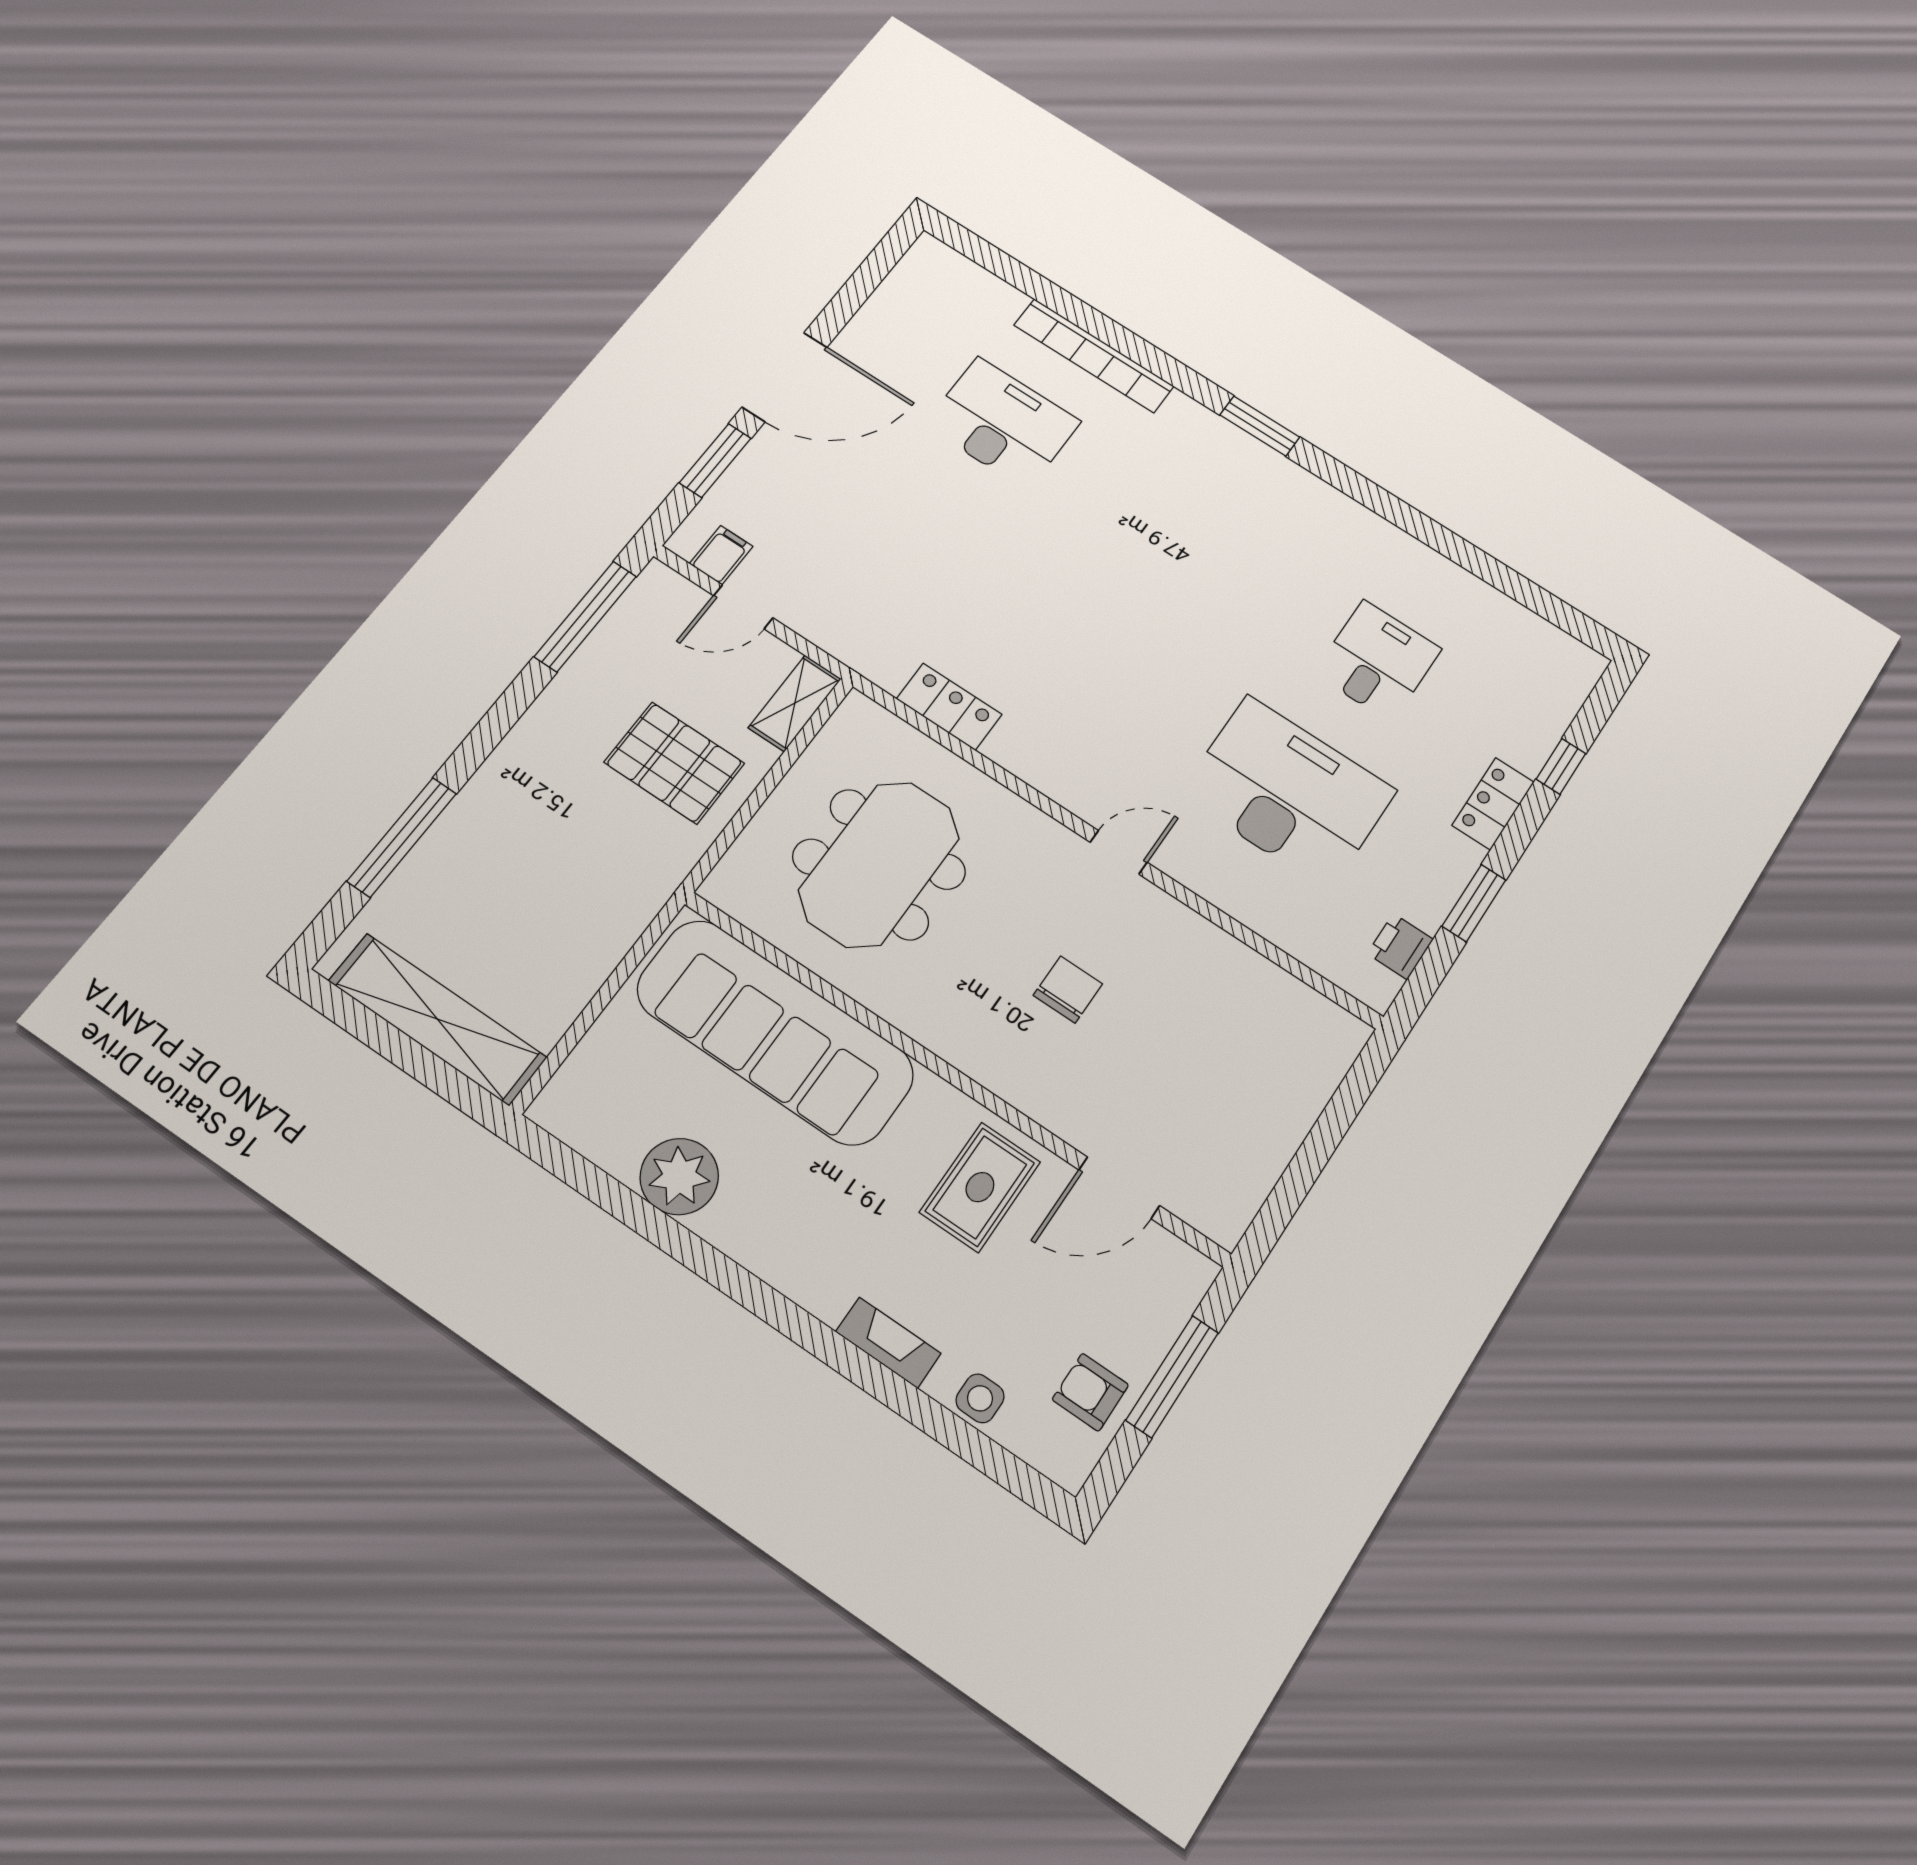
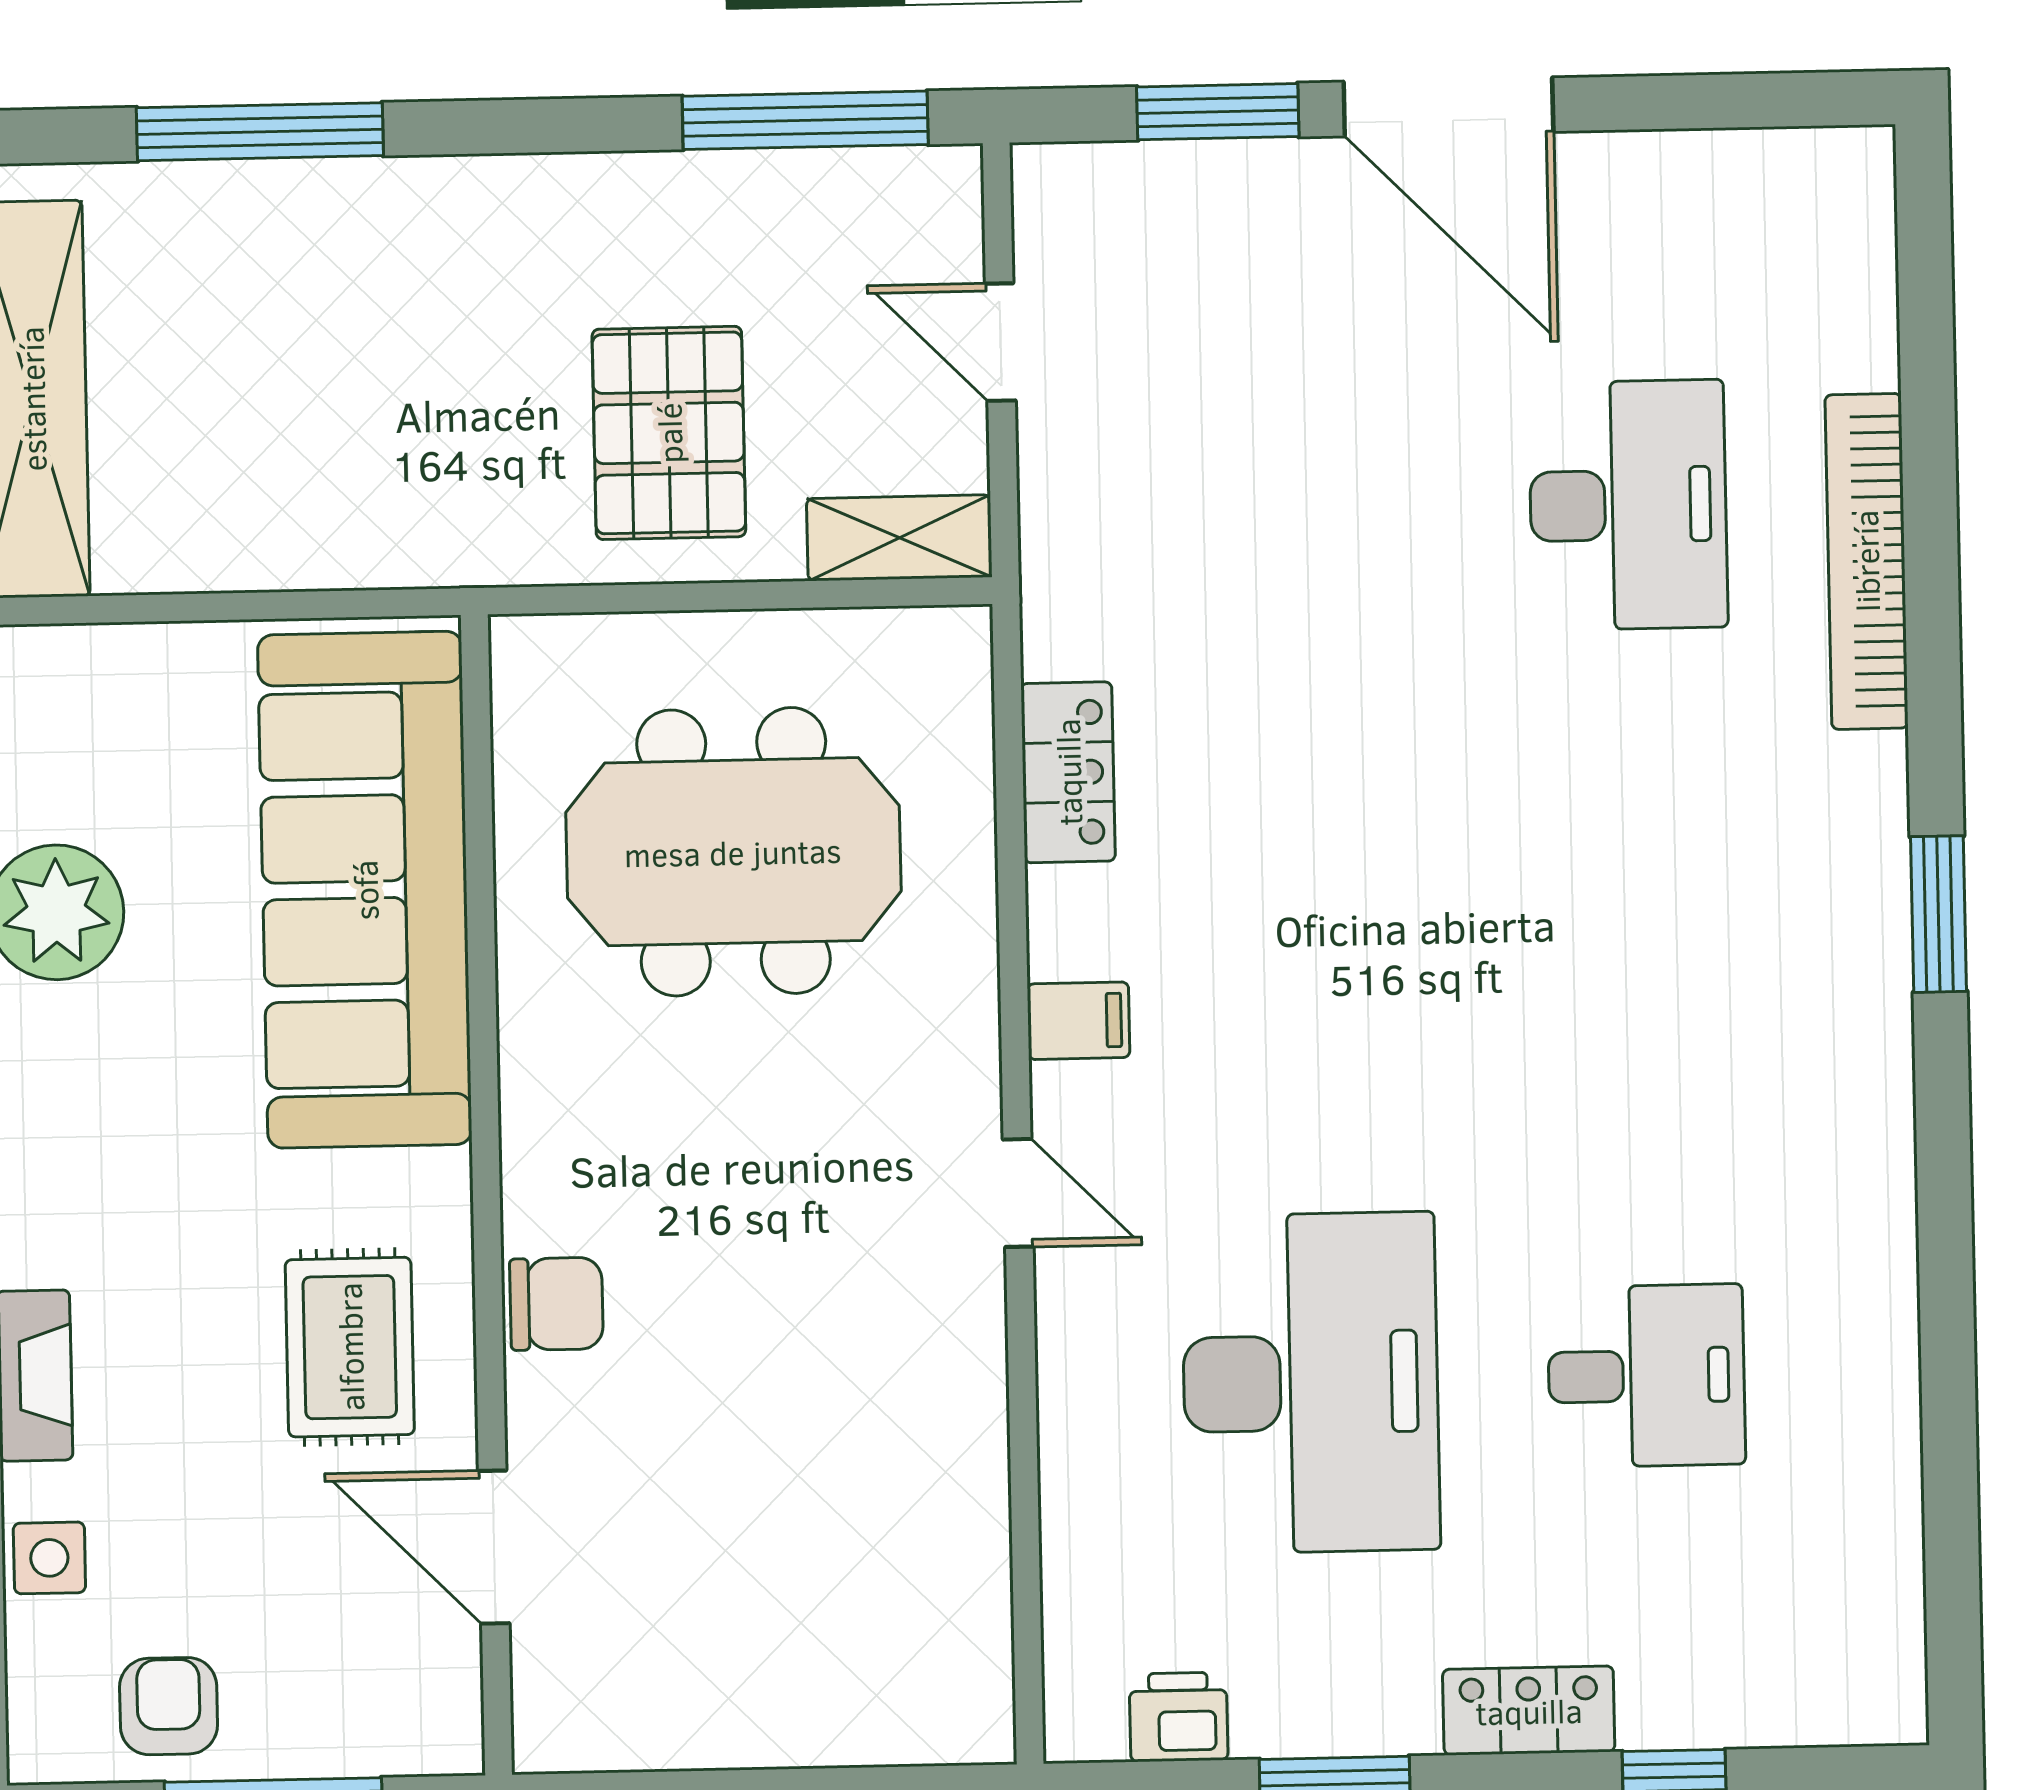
filing cabinet: (721, 555) -> (1078, 1021), moved
chair: (1068, 990) -> (556, 1304), moved
rug: (980, 1187) -> (350, 1347), turned 90

